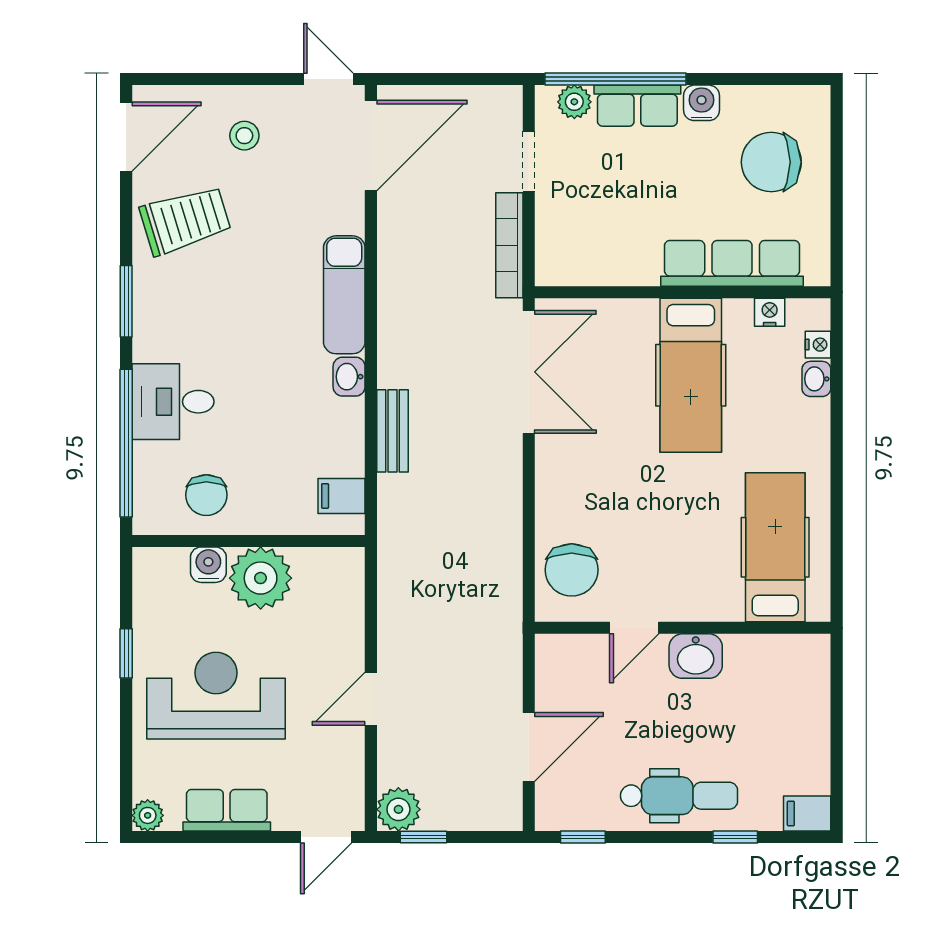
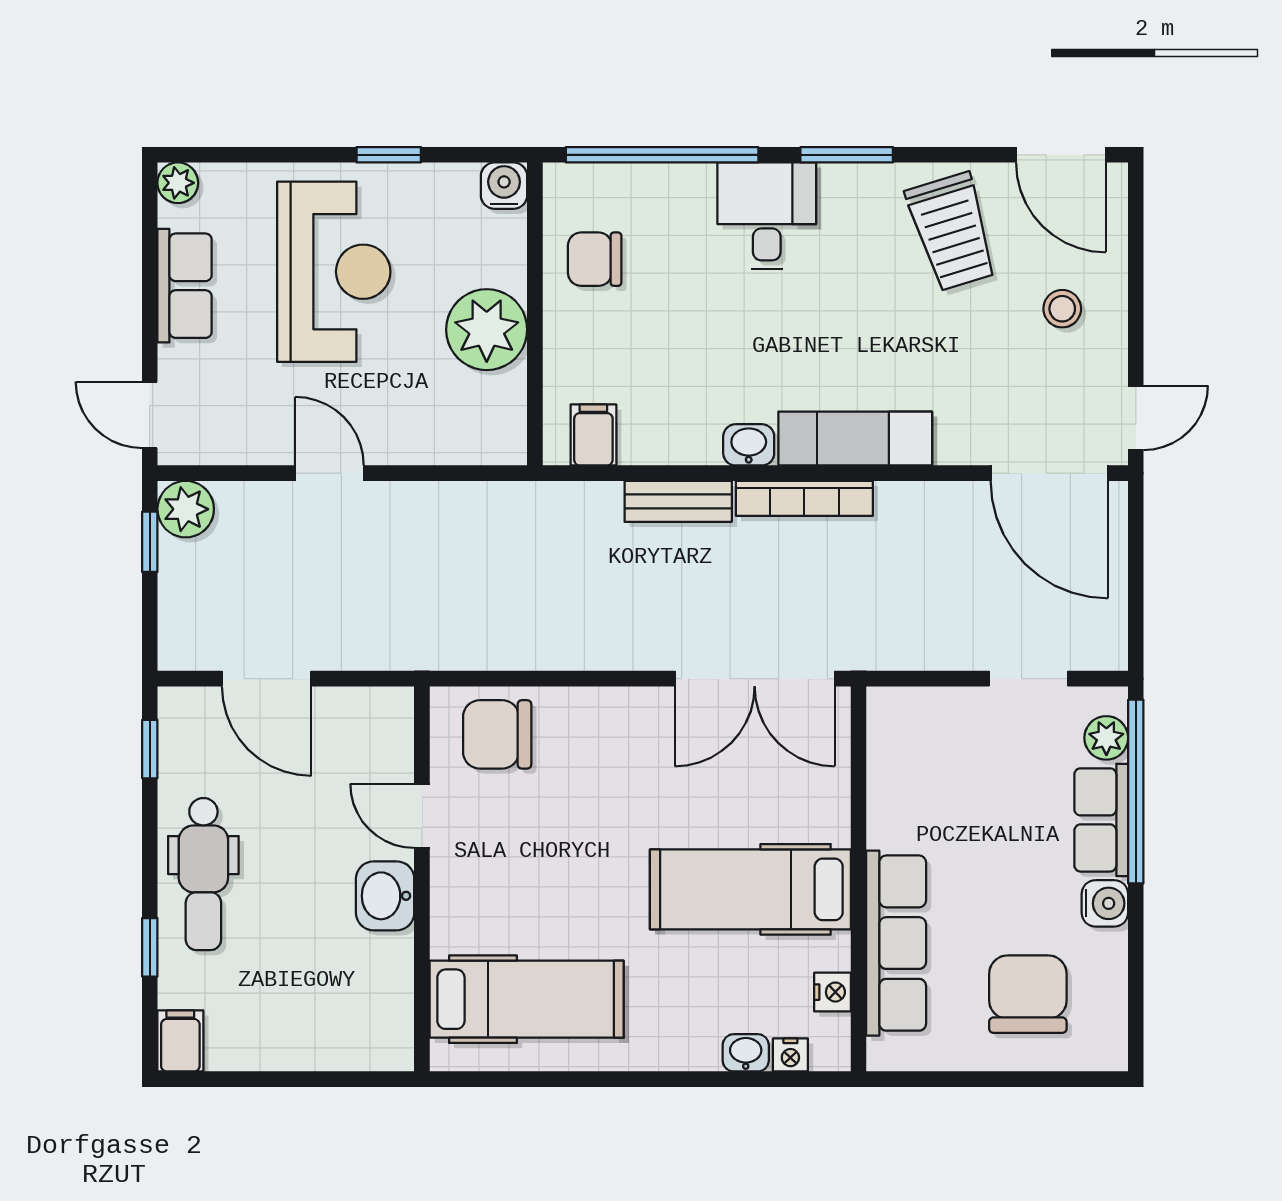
bookcase: (509, 245) -> (804, 498), moved, turned 180
desk: (173, 402) -> (767, 216), moved
water cooler: (208, 565) -> (504, 186), moved, turned -90

